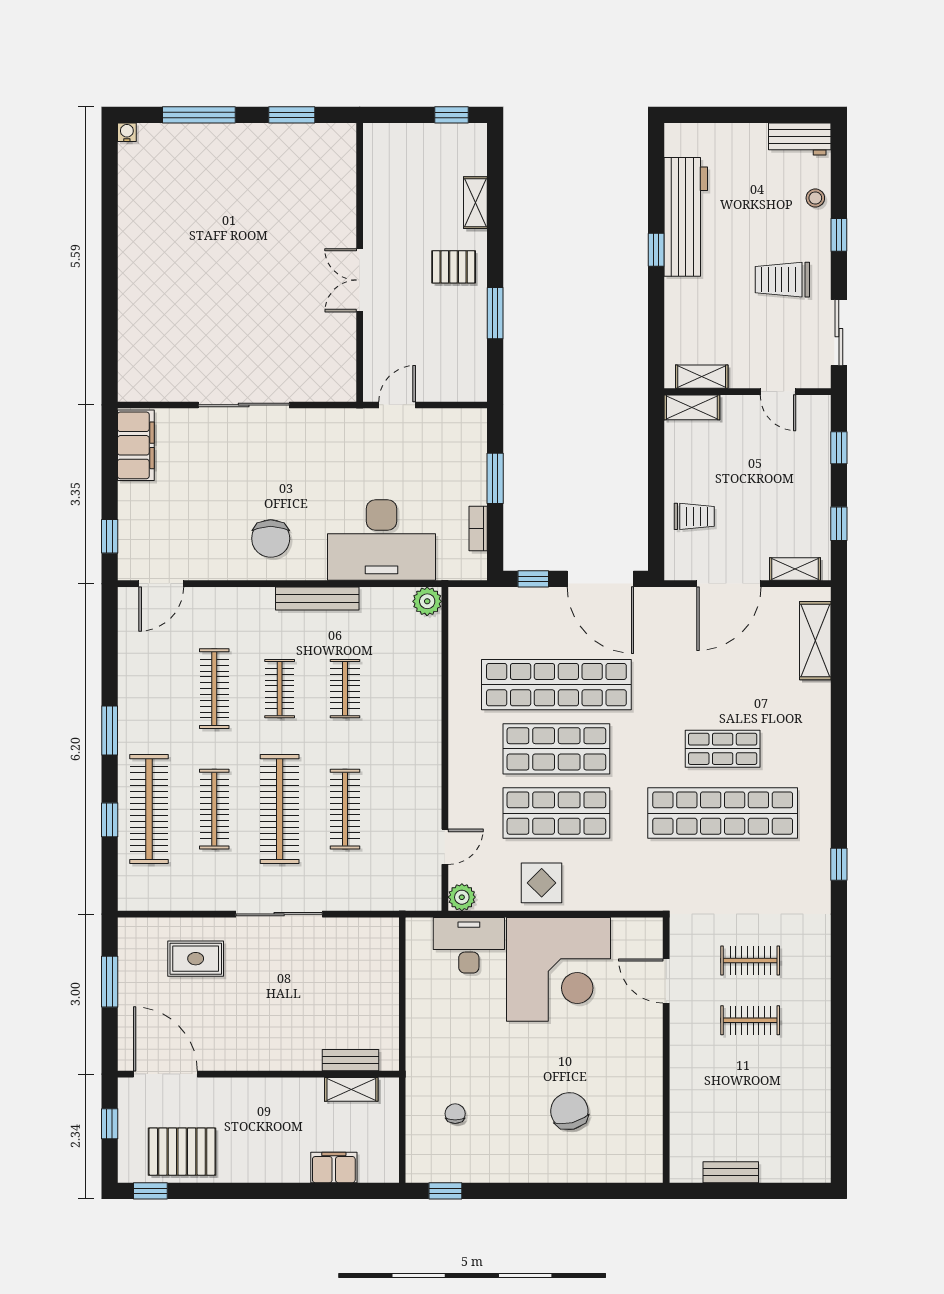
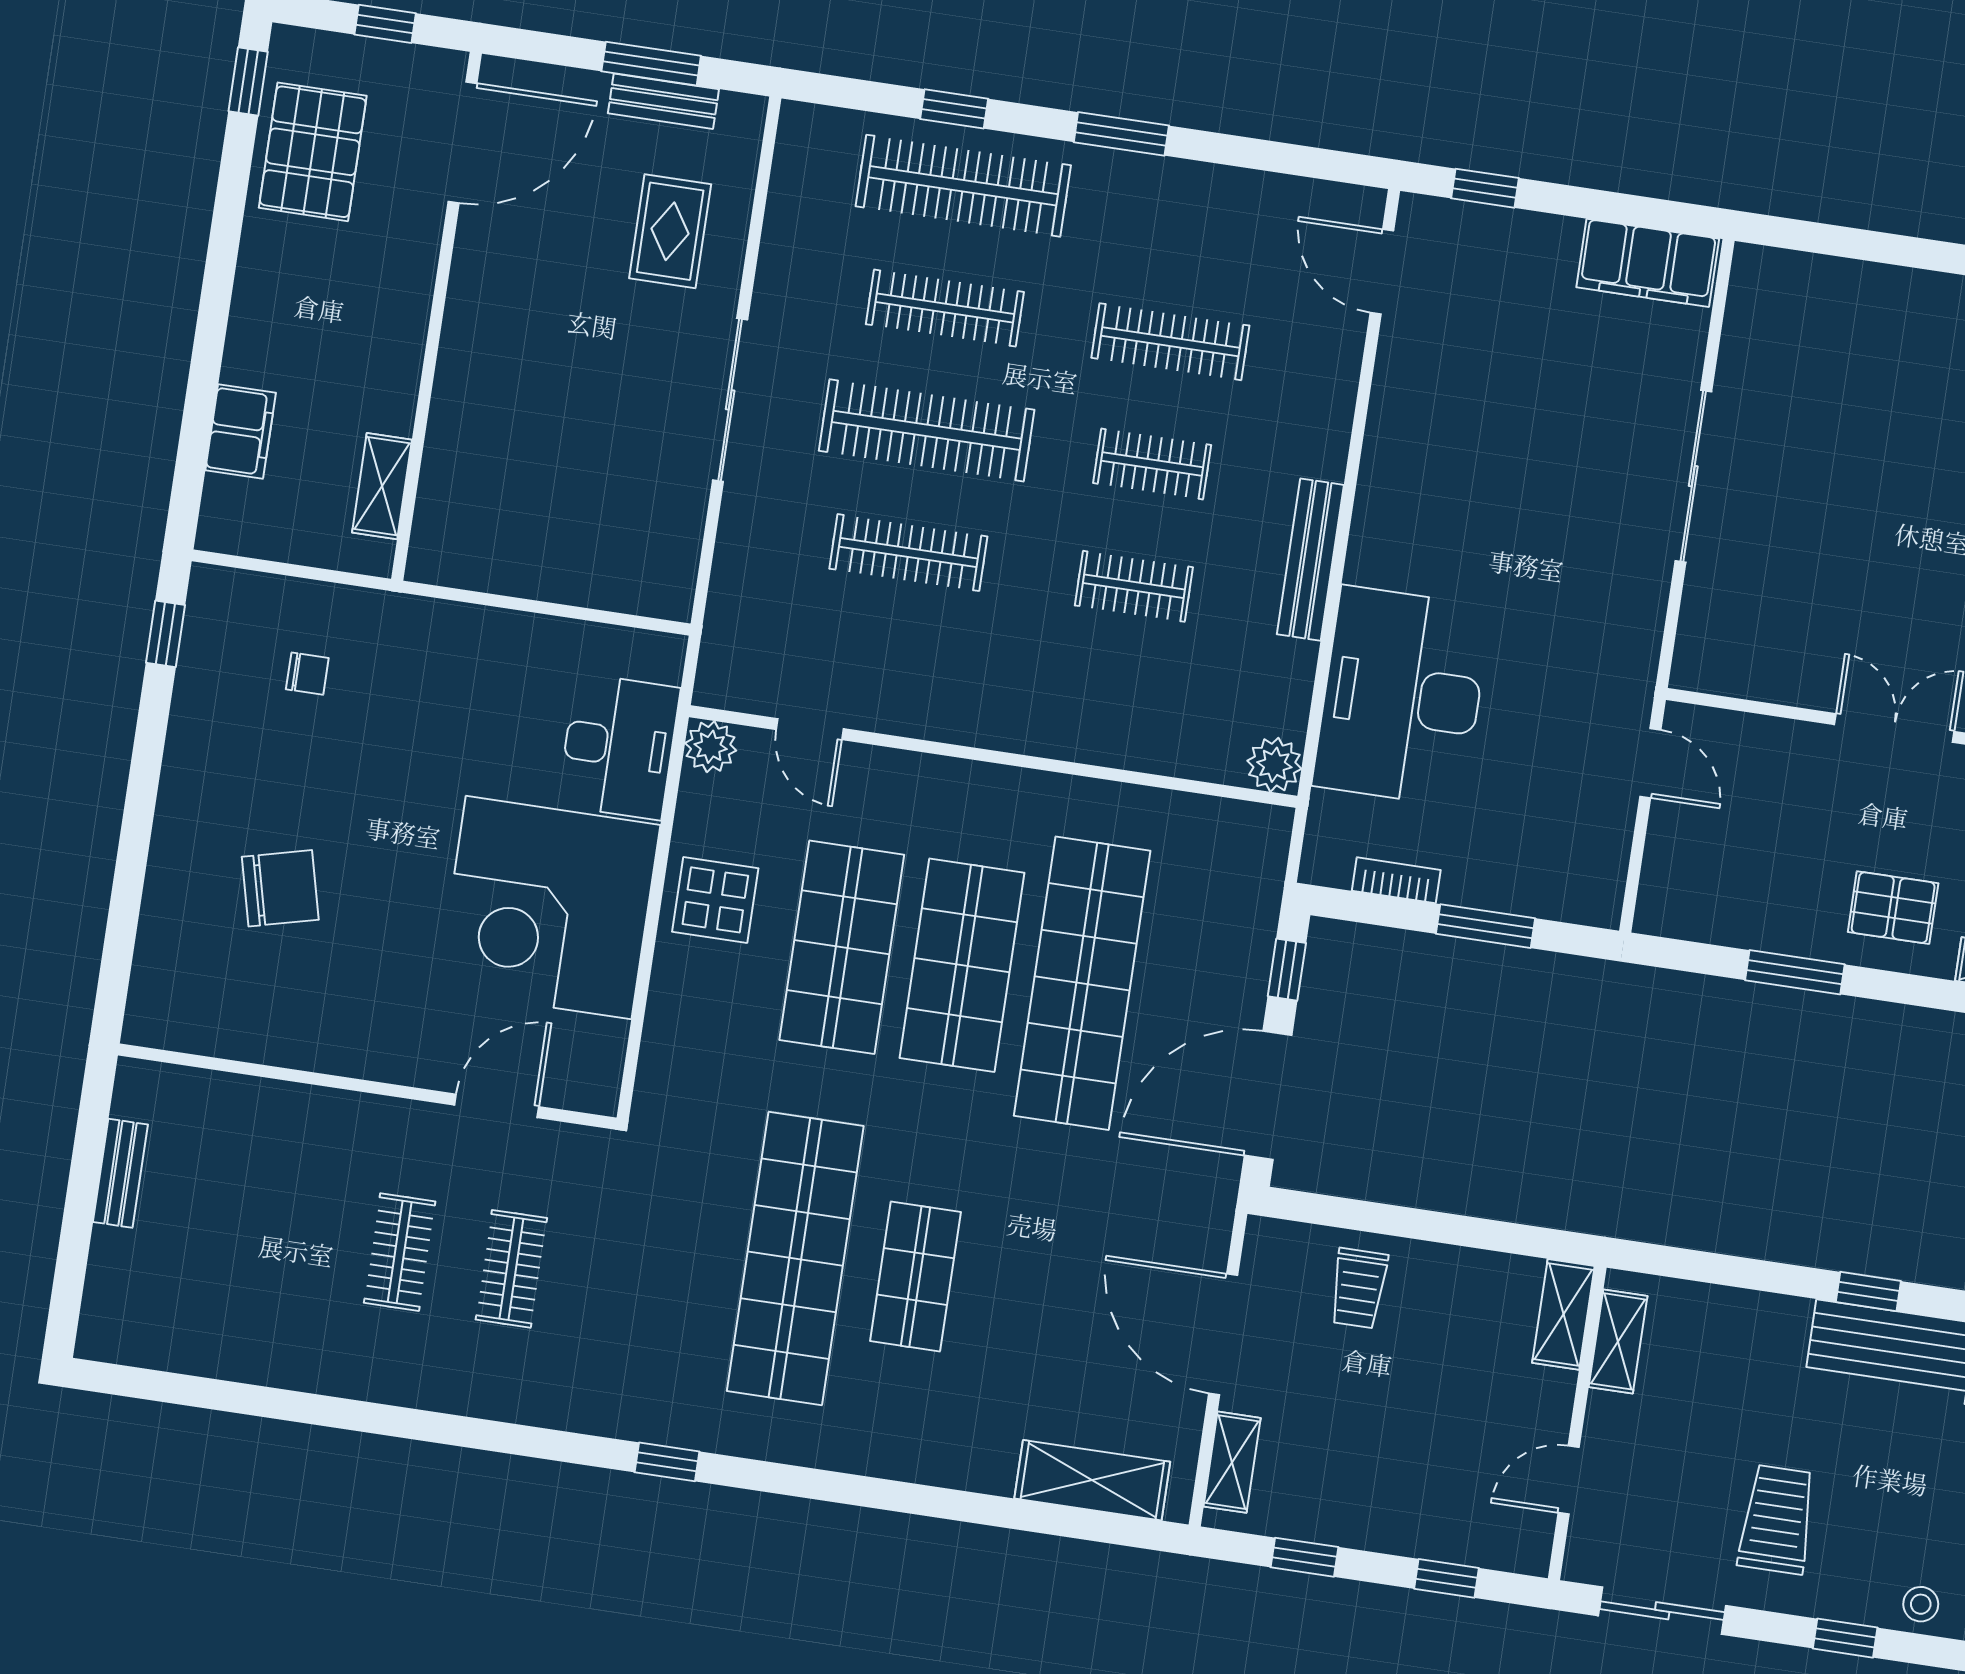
pallet: (454, 267) -> (1893, 908), turned 90
chair: (271, 538) -> (1436, 489), removed
bench: (351, 1060) -> (663, 101), moved, turned 90

